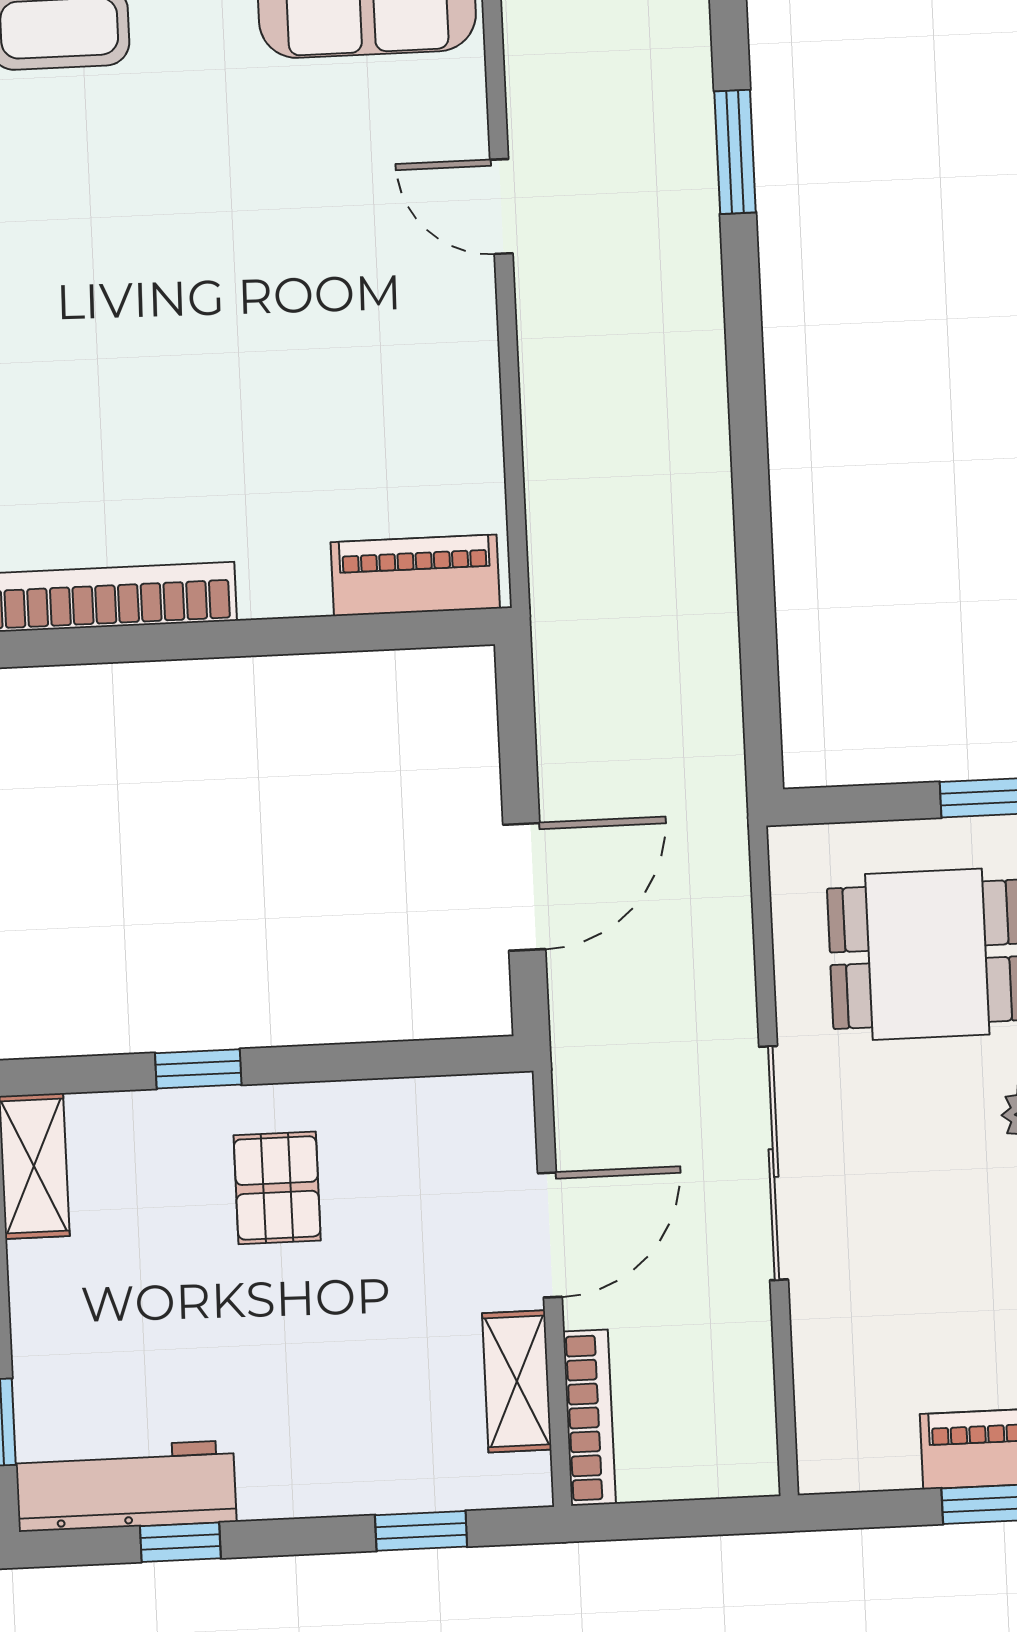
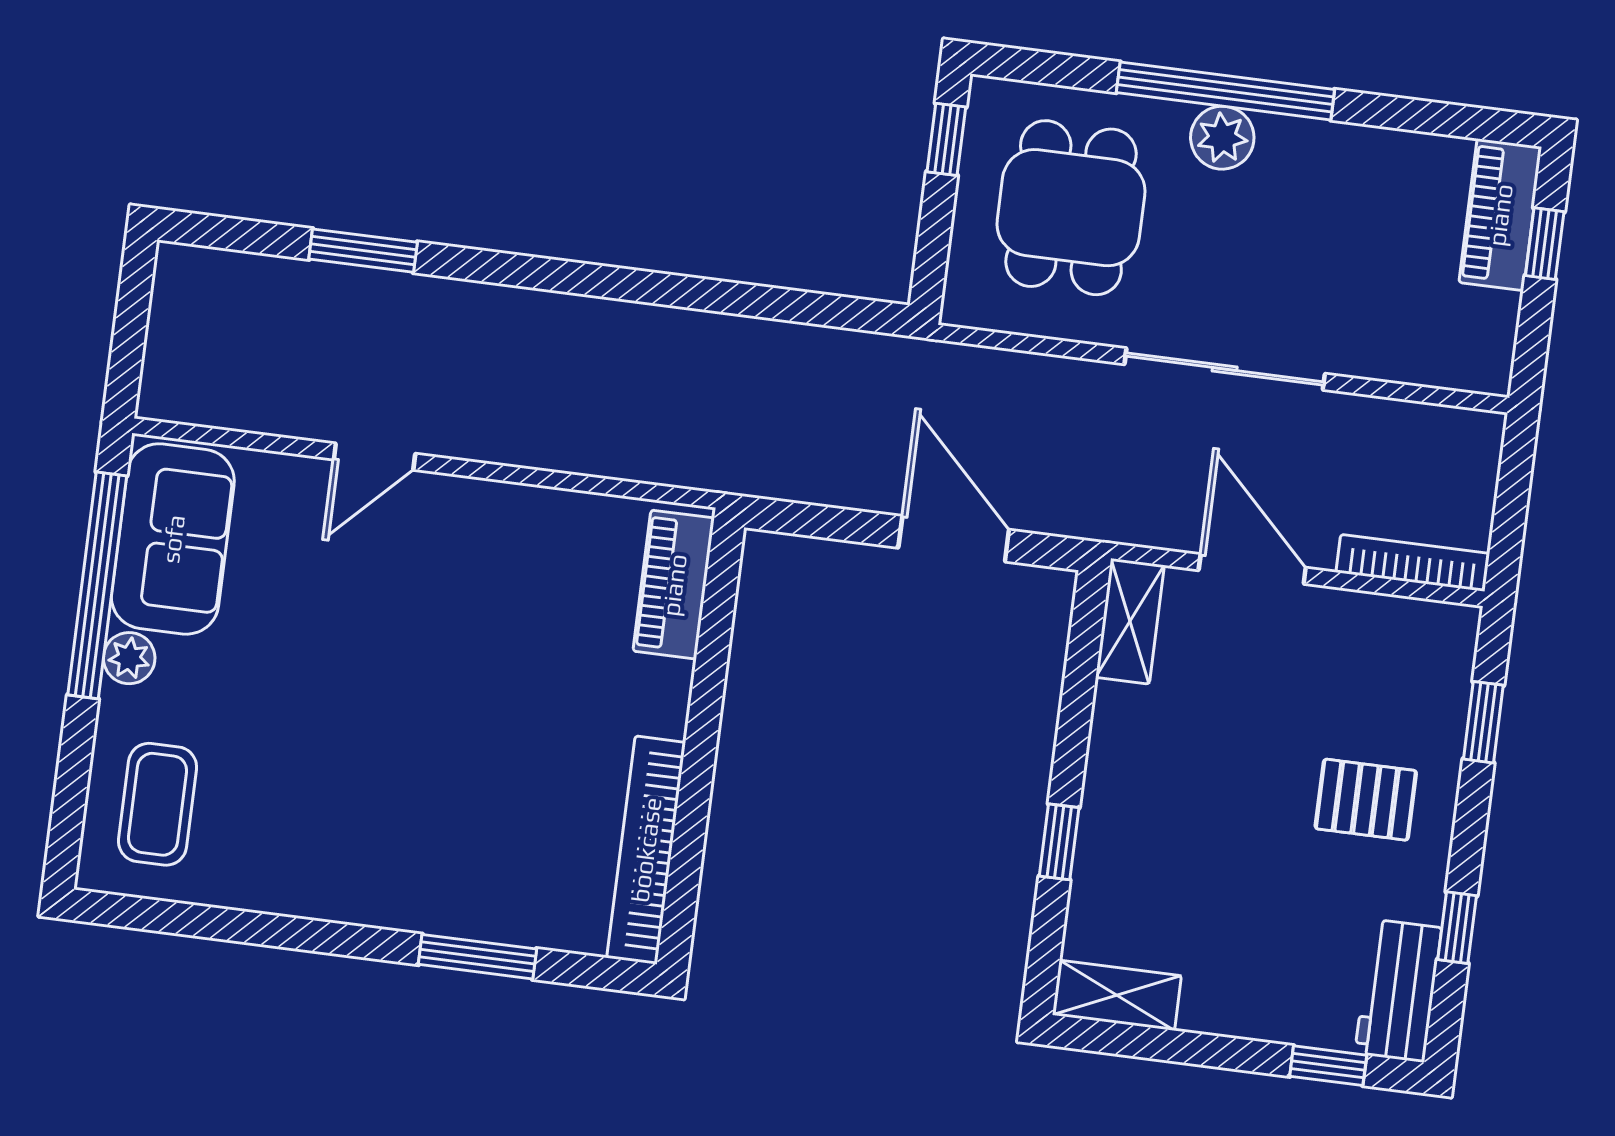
pallet: (277, 1188) -> (1366, 800), moved
shelving: (517, 1381) -> (1130, 621), moved, turned 90
workbench: (126, 1486) -> (1398, 991), width x0.73

